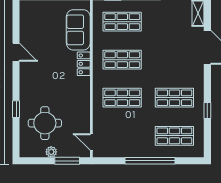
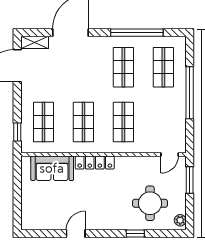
locker: (84, 64) -> (95, 163), width x1.53
window: (207, 111) -> (137, 33), width x3.17
plant: (51, 152) -> (180, 220), moved

